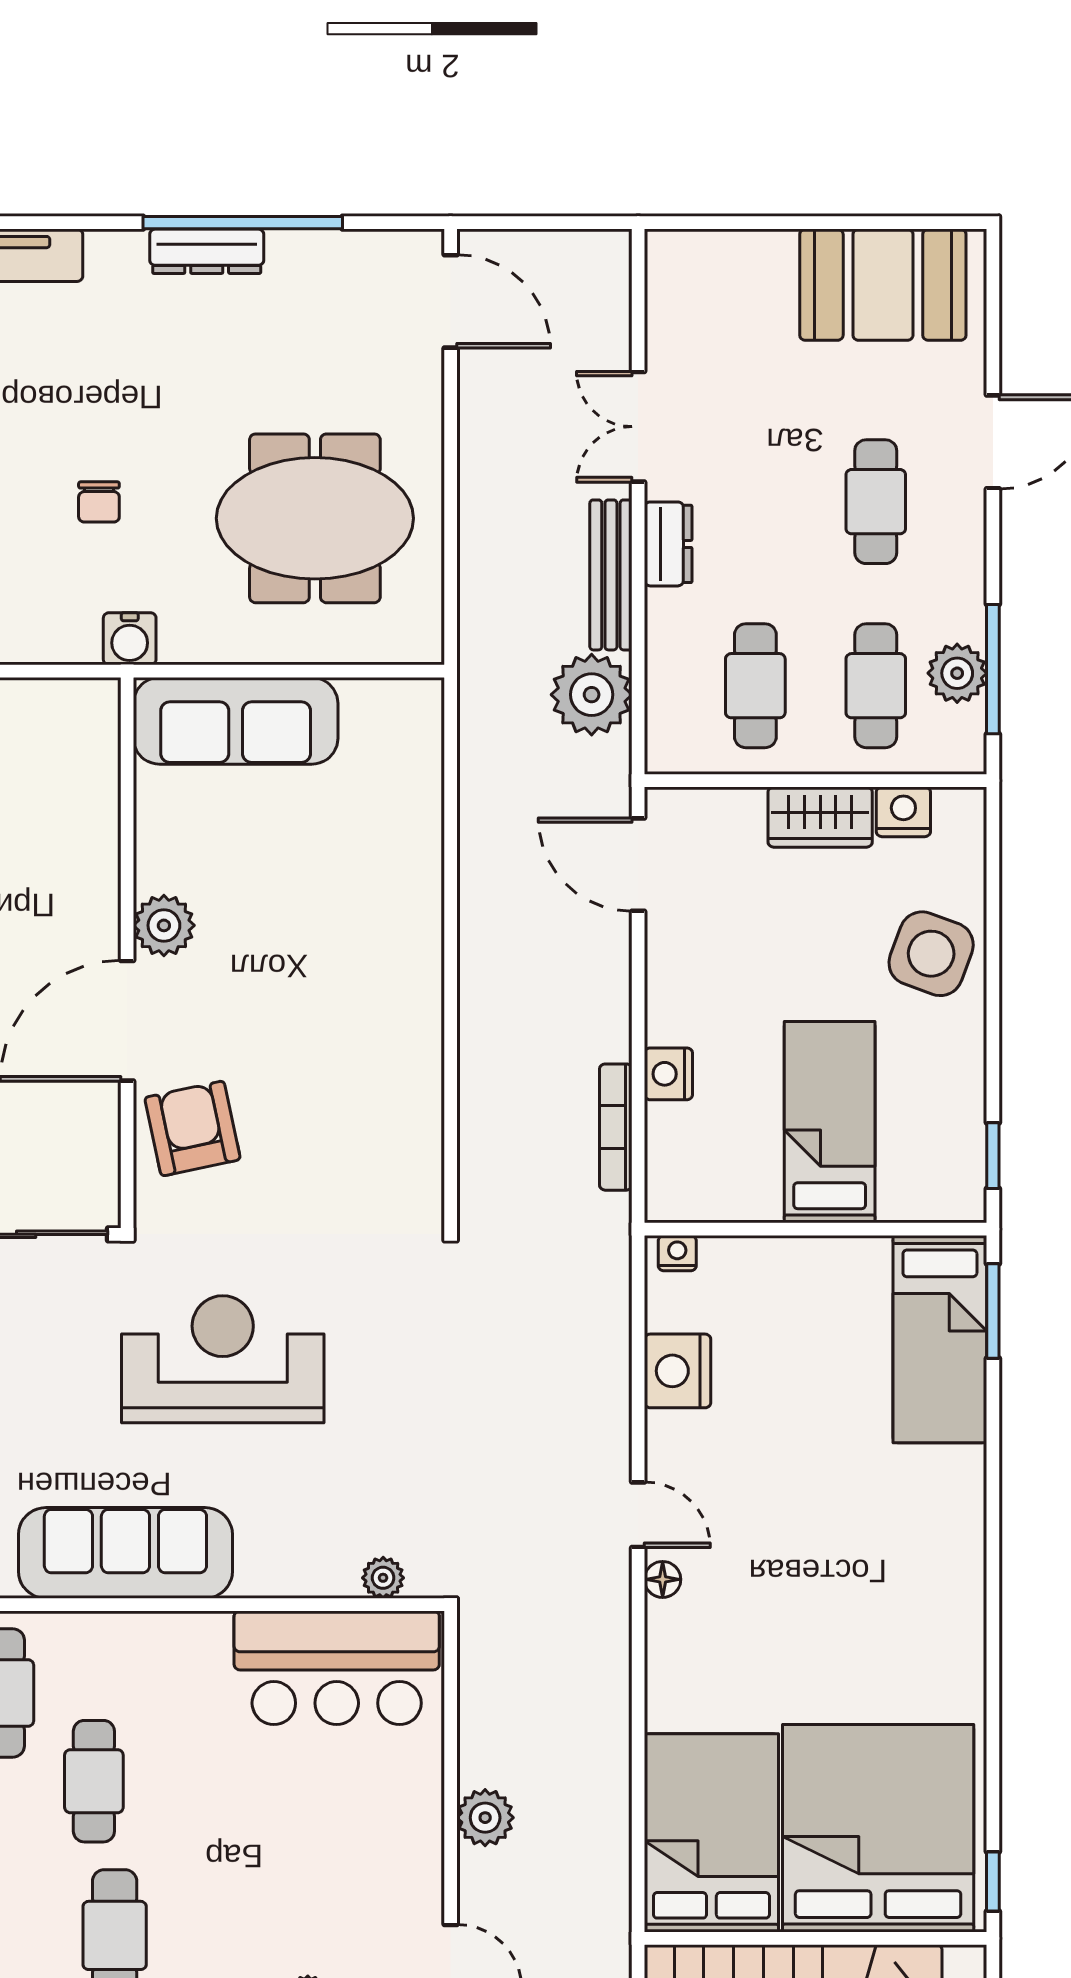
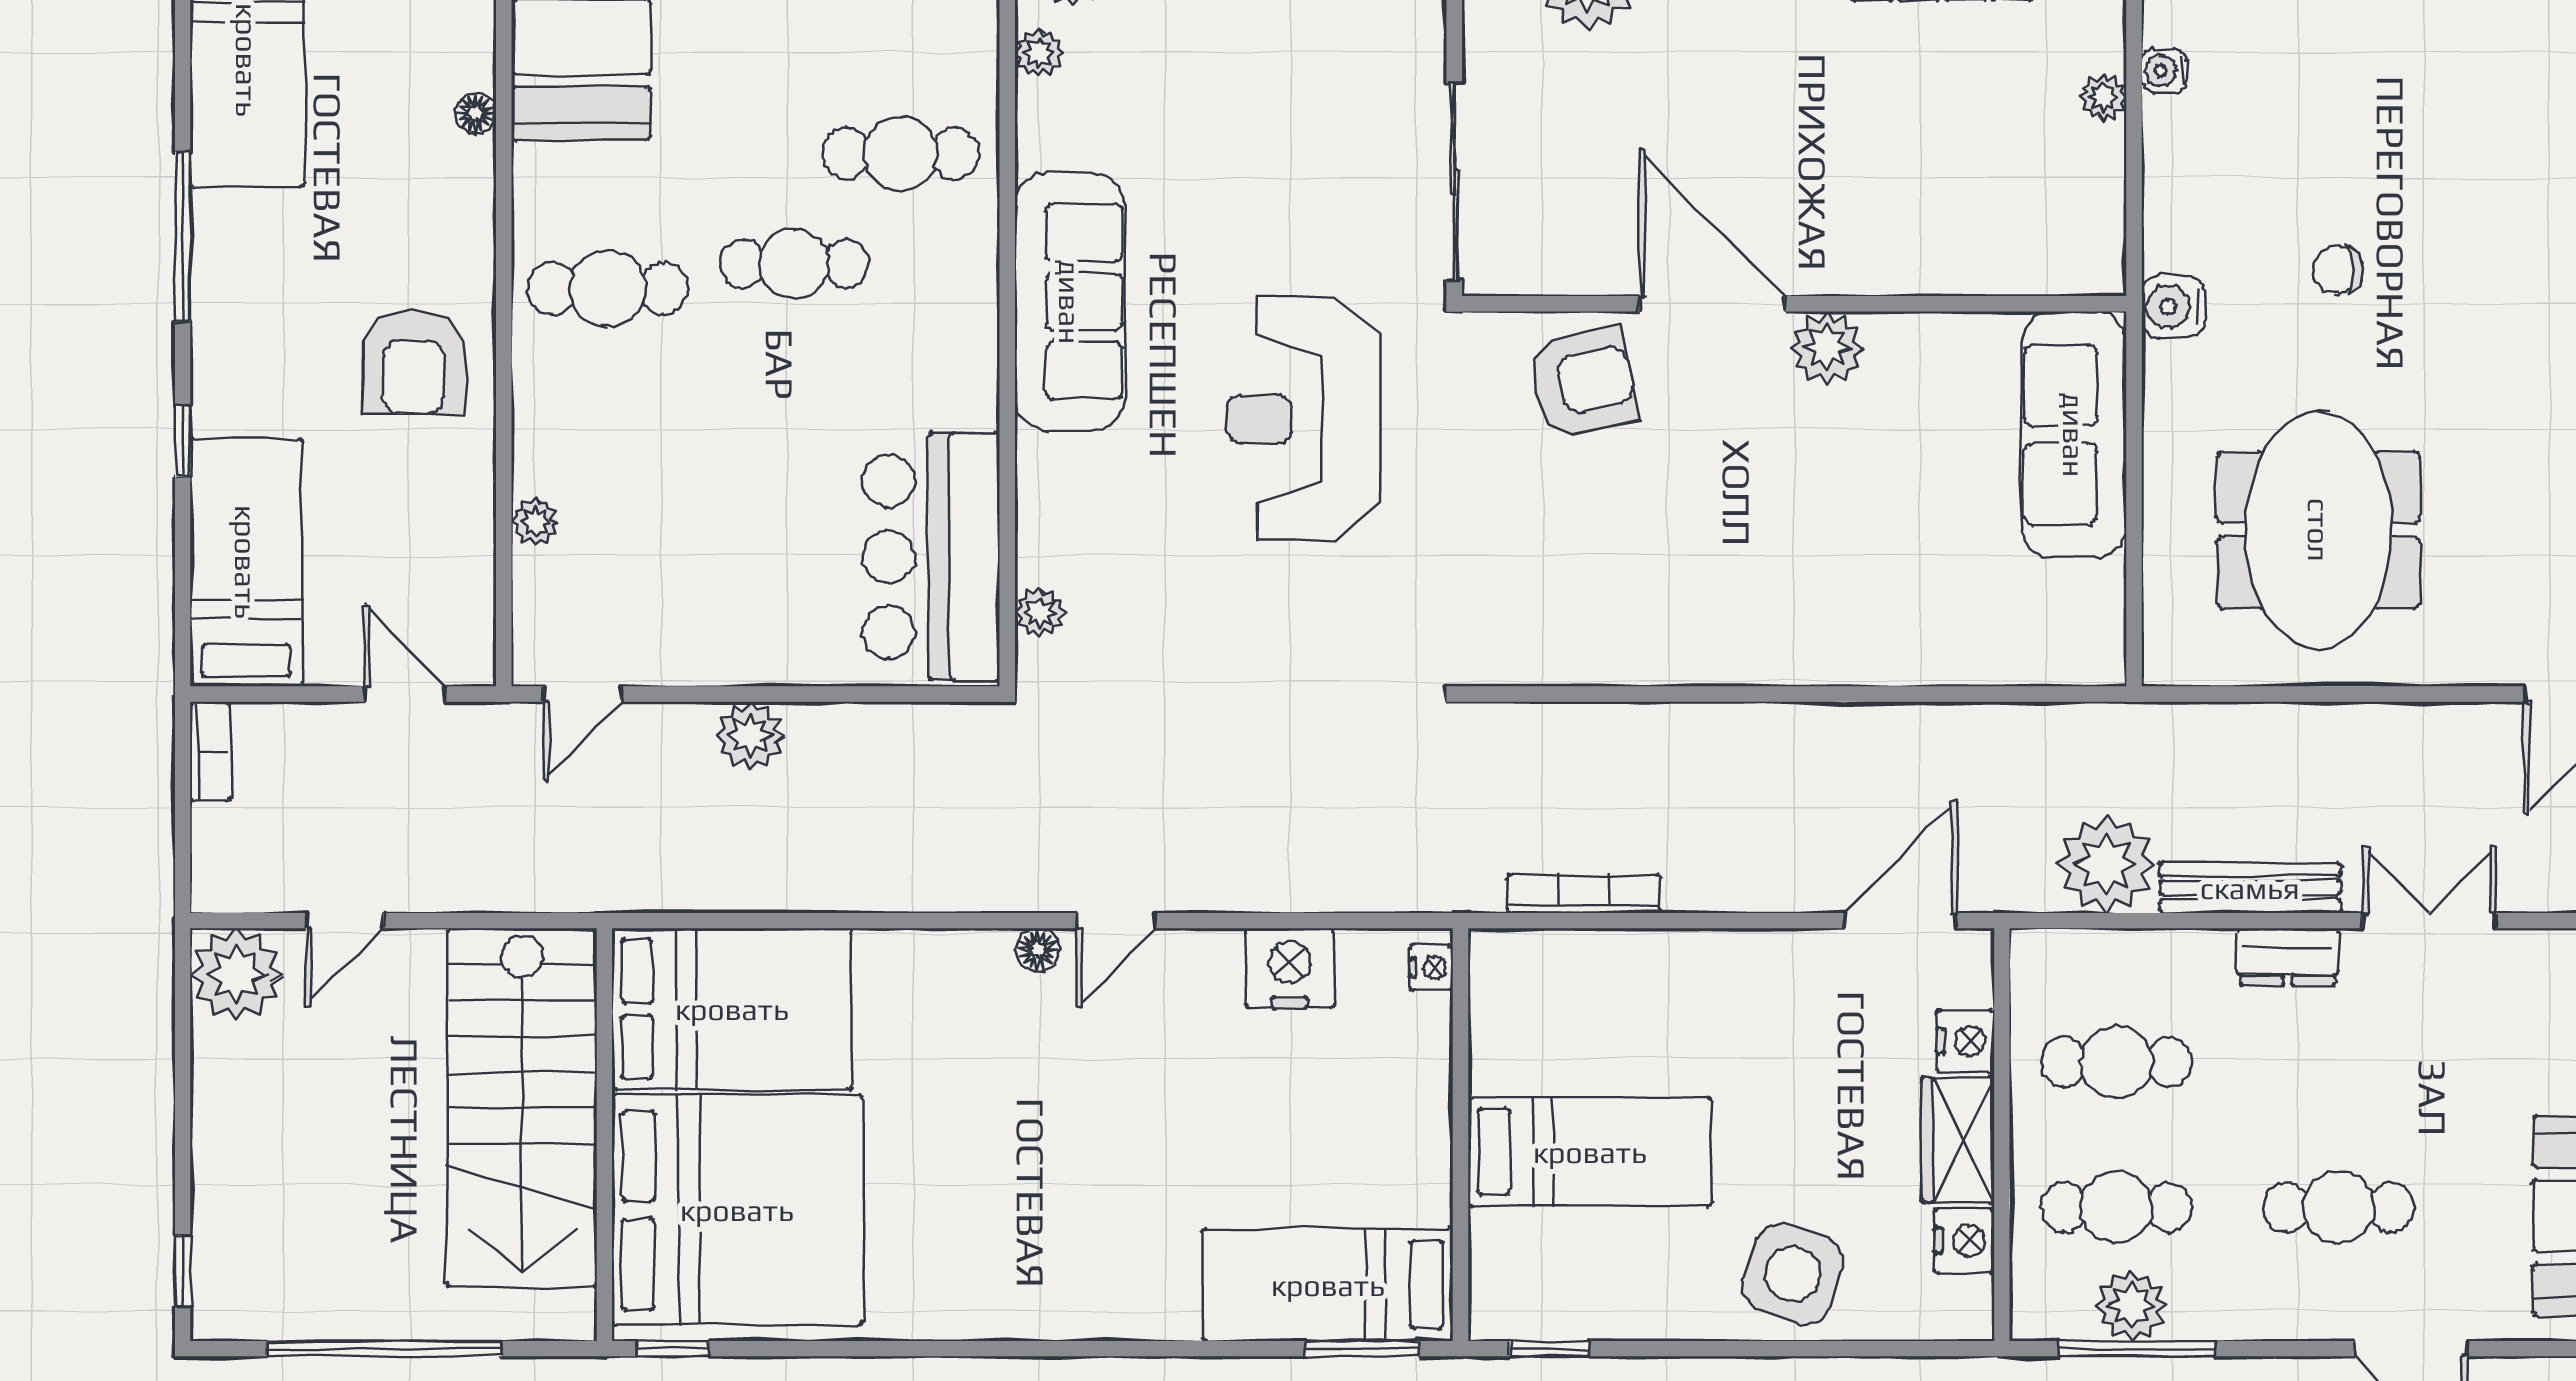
nightstand: (668, 1074) -> (1965, 1041), moved, turned 90
reception desk: (223, 1359) -> (1304, 419), turned 180

